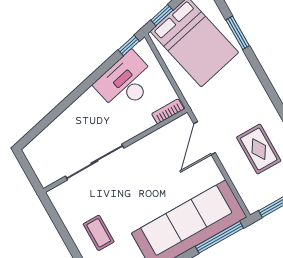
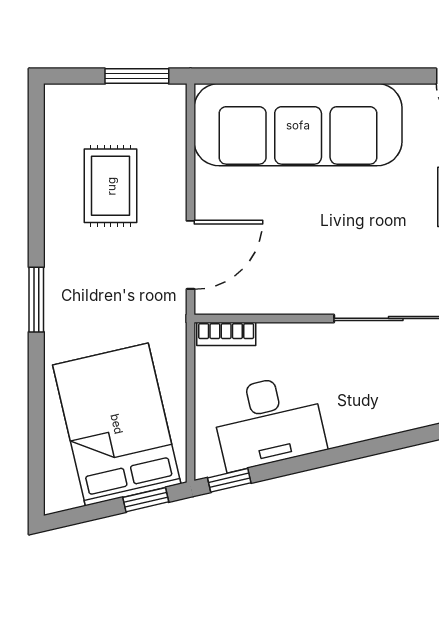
window: (238, 33) -> (36, 300), moved
window: (219, 237) -> (259, 76), removed

